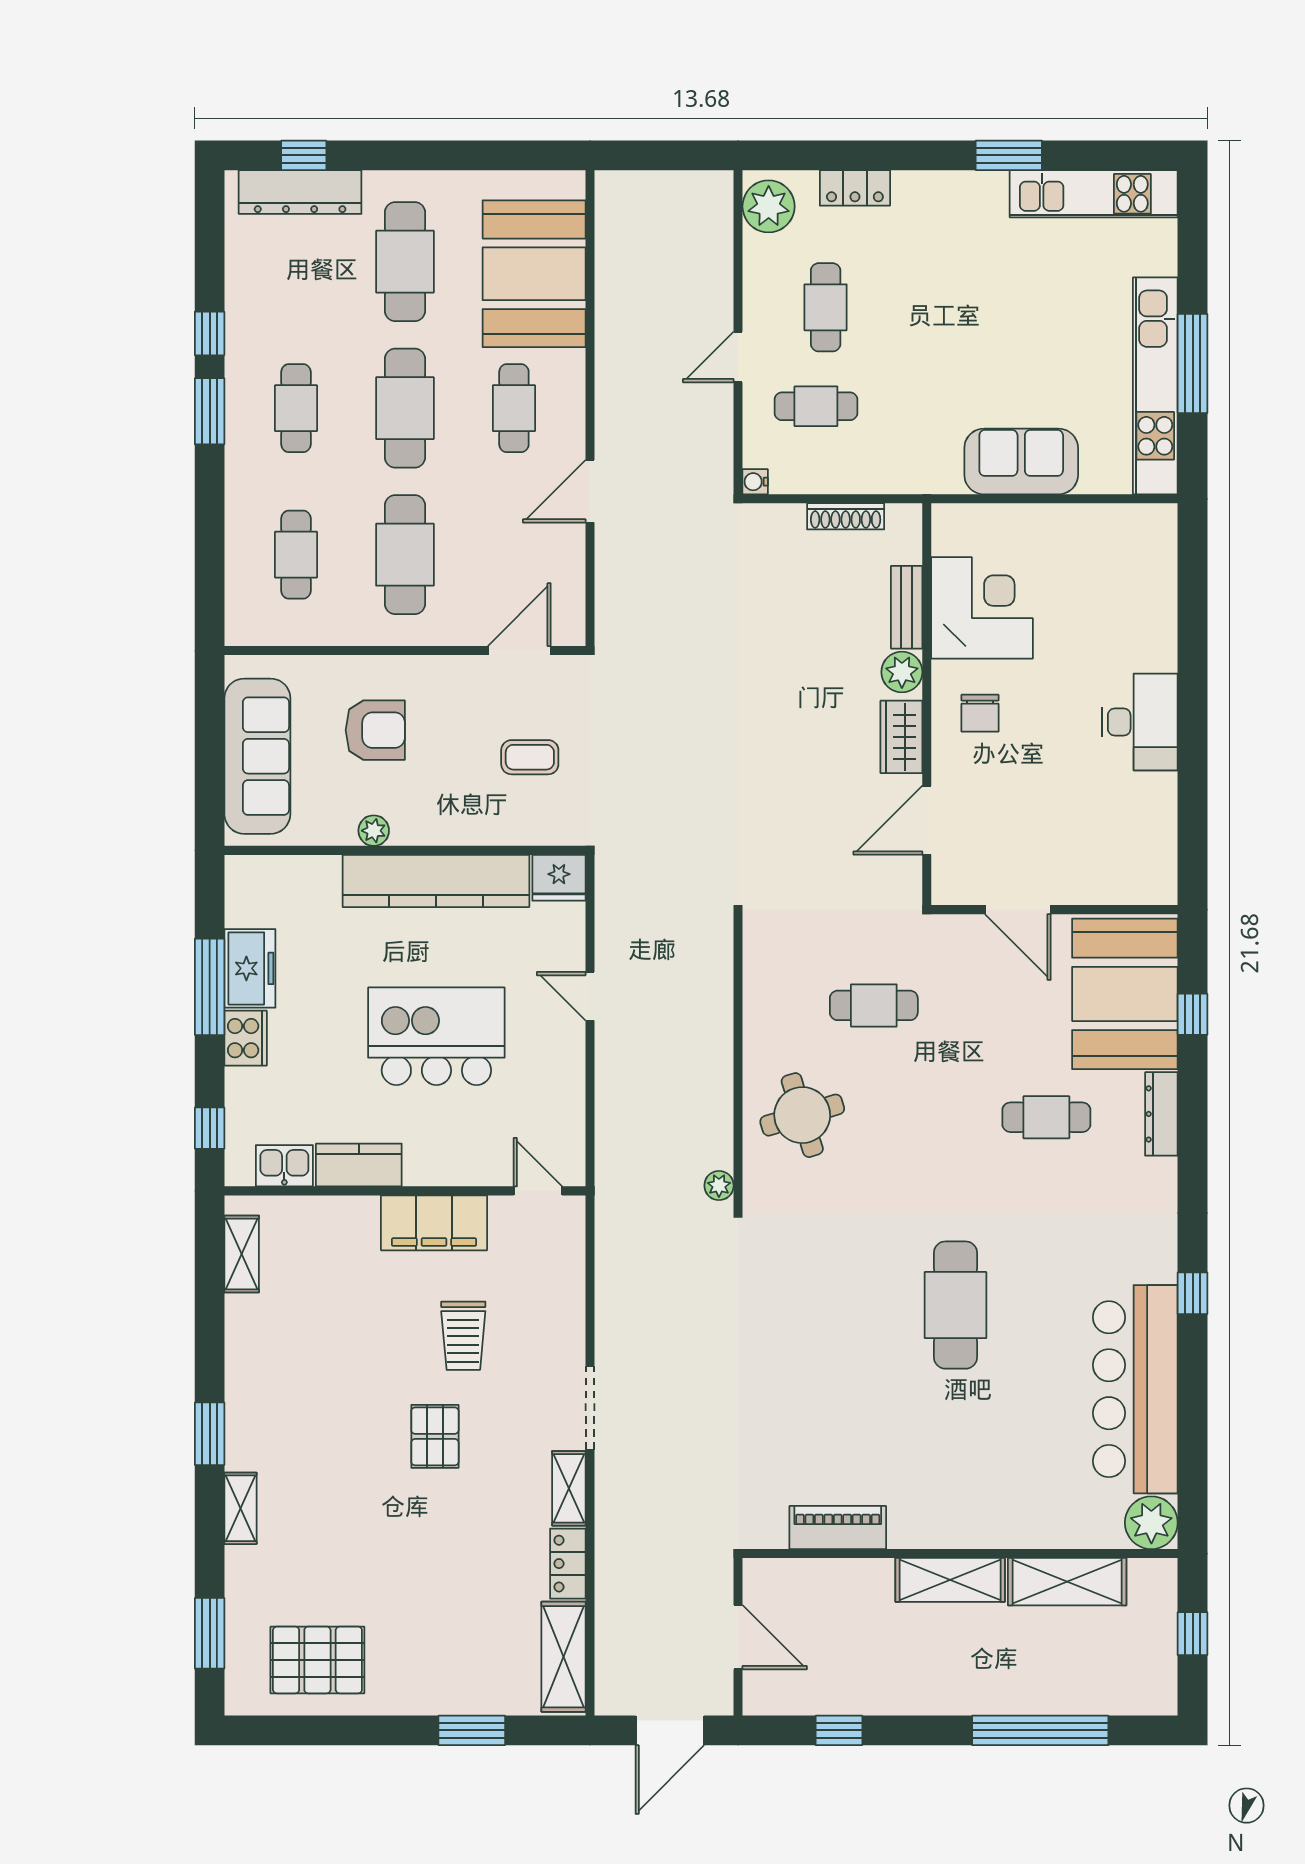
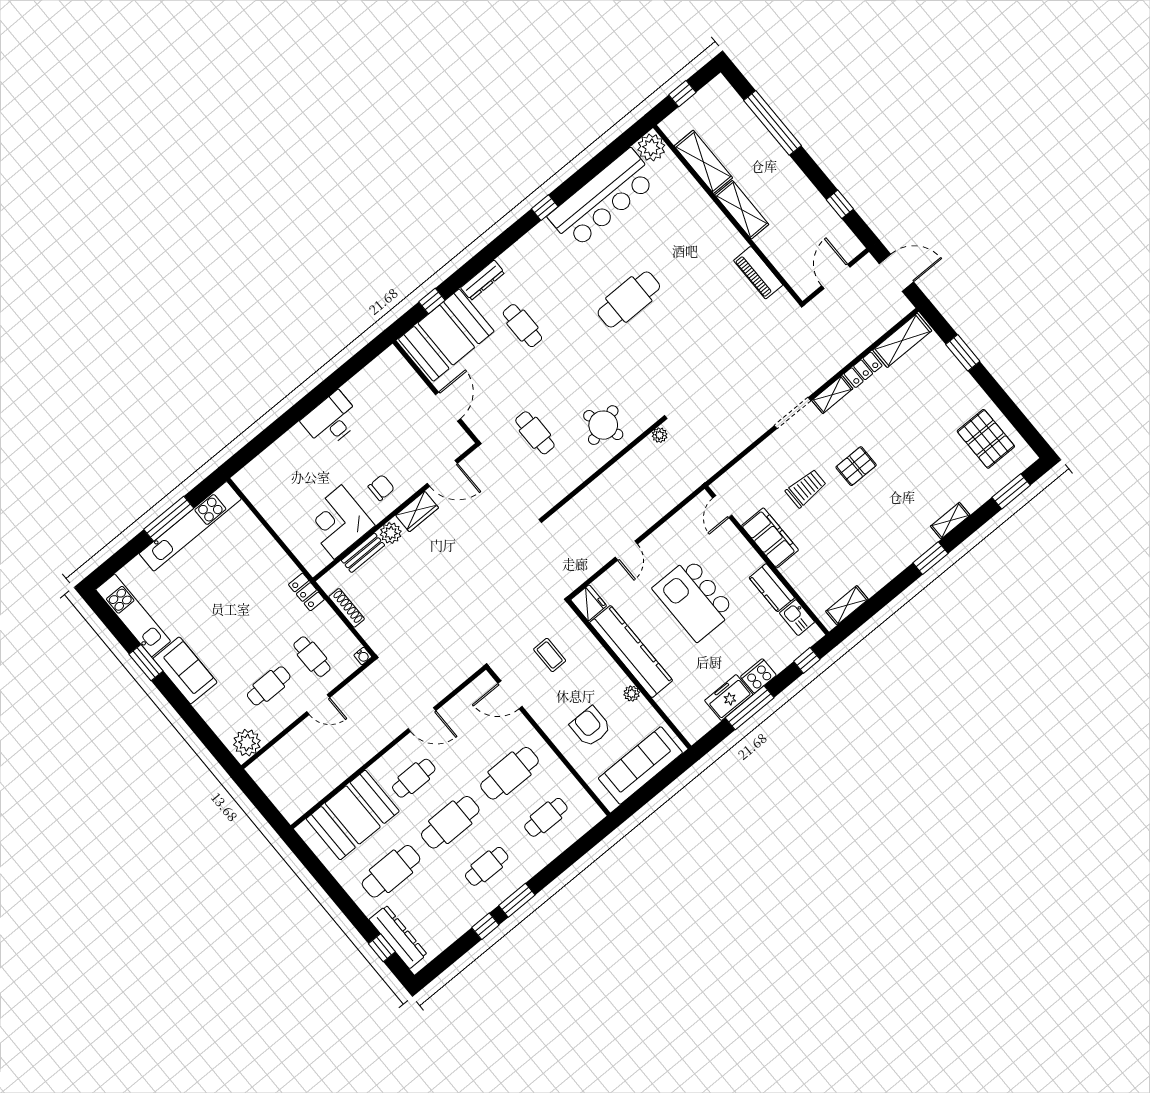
locker: (855, 188) -> (306, 592), moved, turned 180
sofa: (1021, 461) -> (185, 670), moved, turned 180

